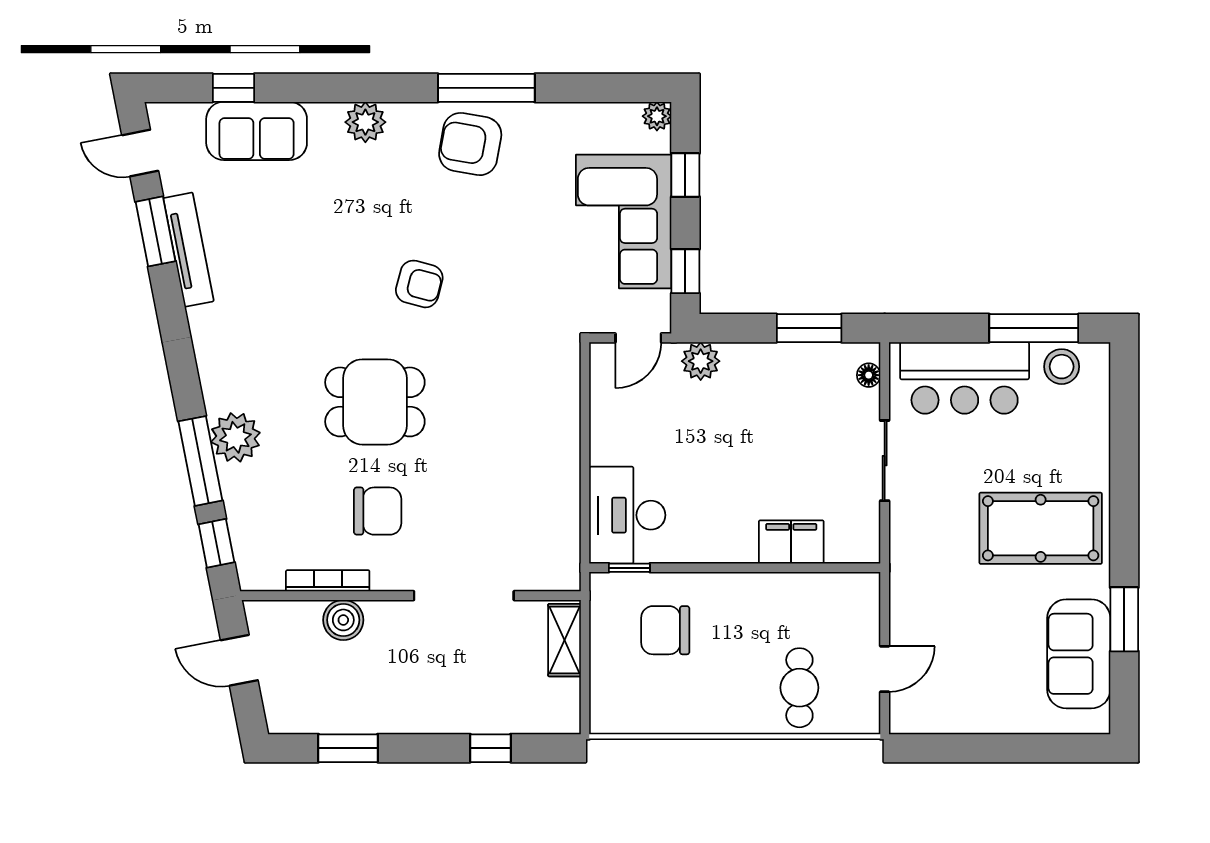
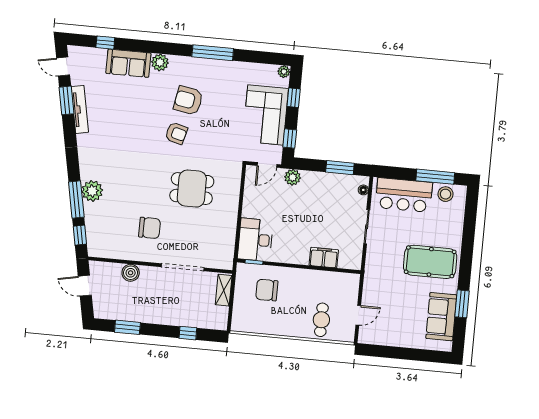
sofa: (257, 131) -> (128, 63), moved
armchair: (470, 144) -> (188, 100), moved
dining table: (375, 402) -> (192, 189), moved
bookcase: (328, 581) -> (126, 255), removed

